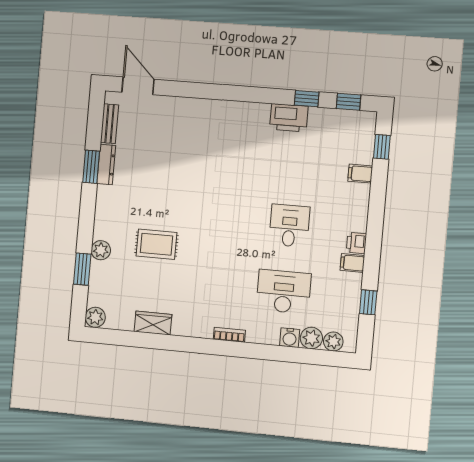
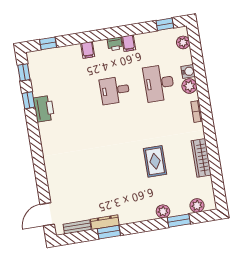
filing cabinet: (360, 174) -> (88, 50), moved
rug: (156, 244) -> (155, 161), moved
window: (368, 302) -> (165, 24), moved
plant: (95, 317) -> (197, 206), moved
wardrobe: (153, 323) -> (201, 158), width x1.50
plant: (311, 338) -> (189, 86), moved

